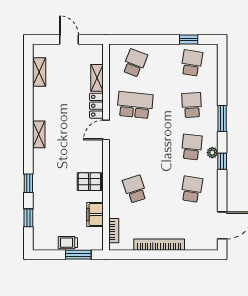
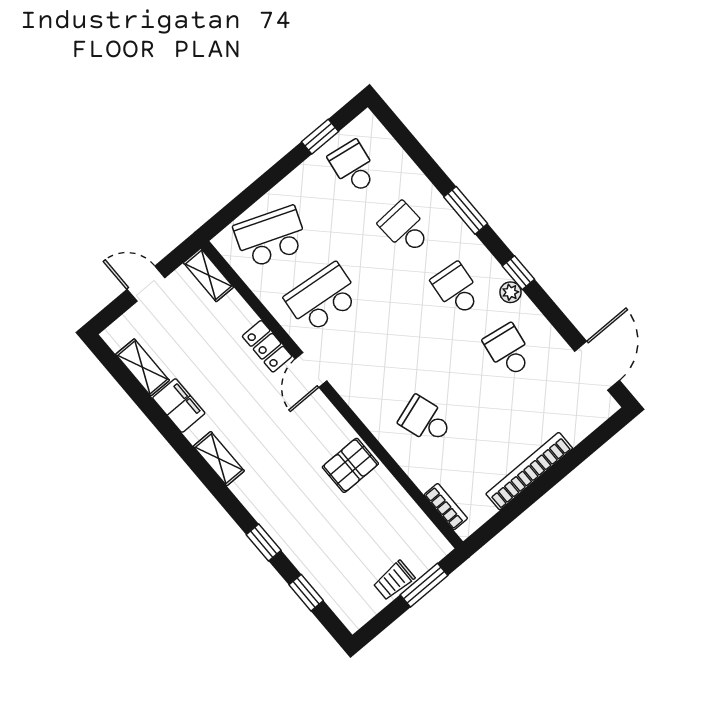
school desk: (135, 63) -> (271, 237), width x1.85
shelving: (97, 78) -> (208, 275), moved
plant: (212, 153) -> (510, 292), moved
filing cabinet: (95, 215) -> (179, 406), moved, turned 180

